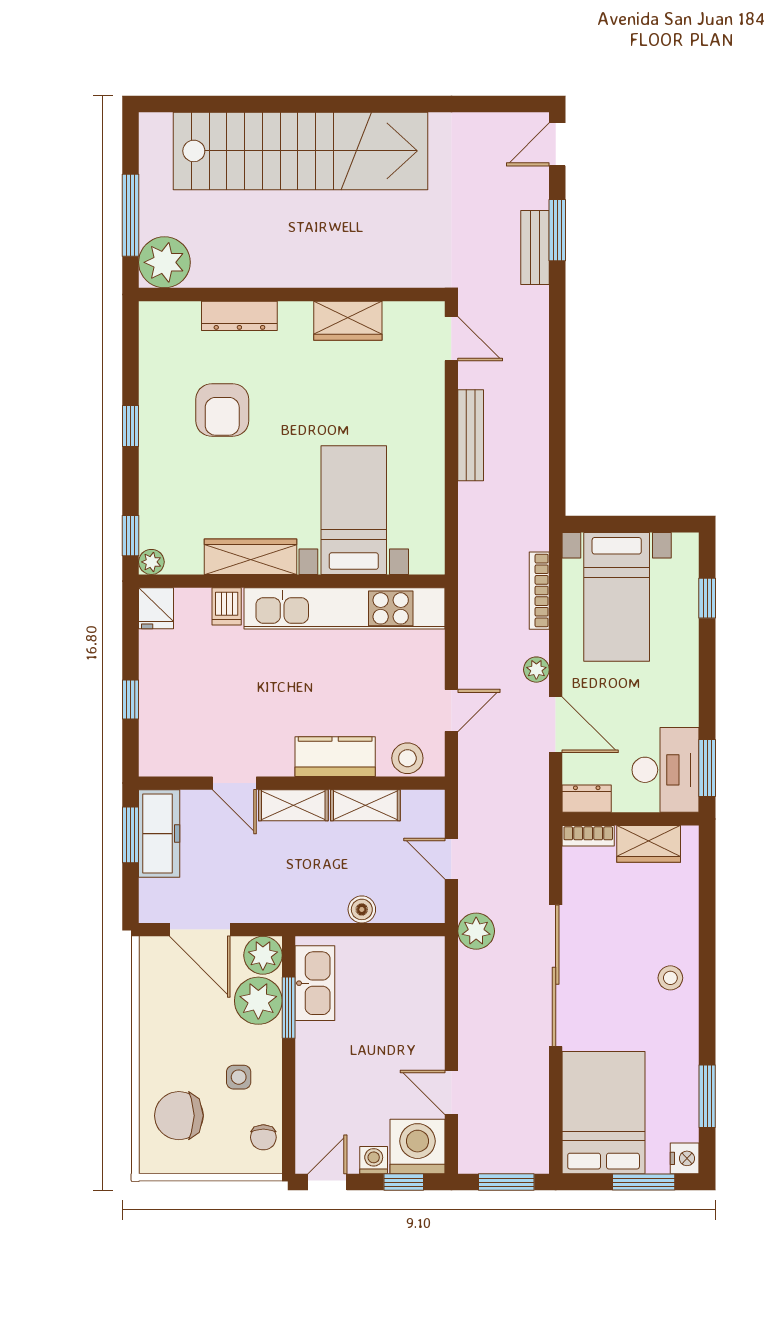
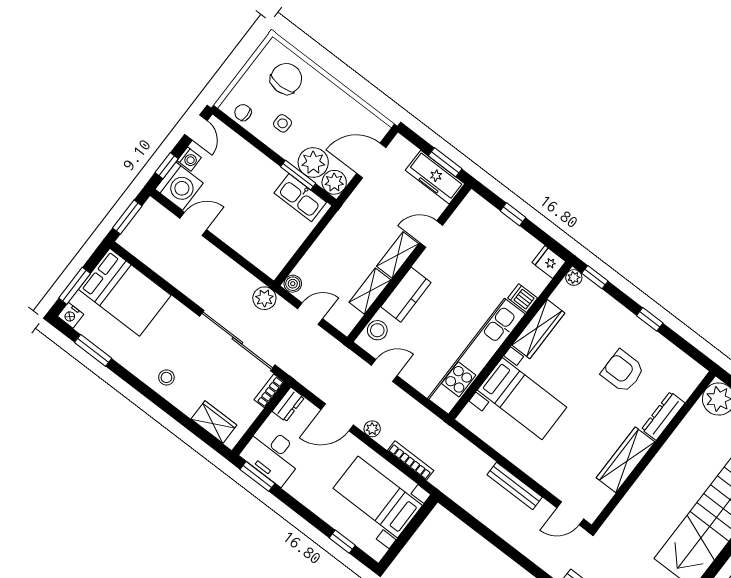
wardrobe: (348, 321) -> (626, 460), width x1.50
door: (451, 711) -> (384, 371), swing flipped
wardrobe: (649, 844) -> (214, 422), moved, turned 90
boiler: (362, 909) -> (293, 284), moved
sliding door: (556, 976) -> (237, 341), moved

